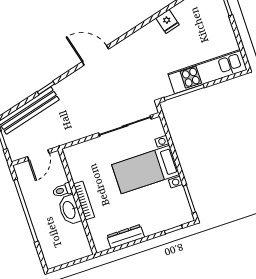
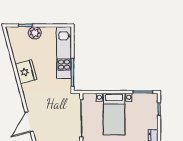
fridge: (168, 21) -> (26, 72), width x1.88, depth x1.34
plant: (221, 22) -> (35, 33), added

